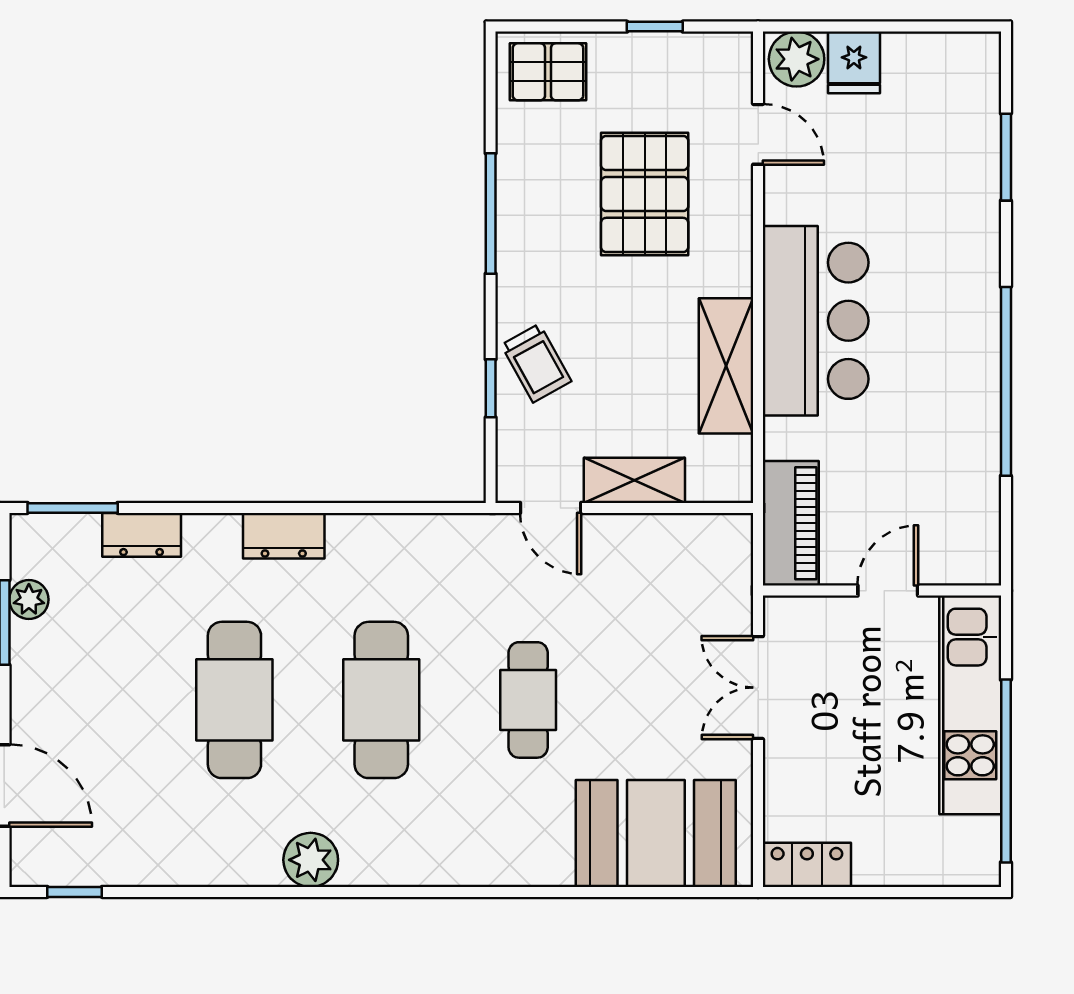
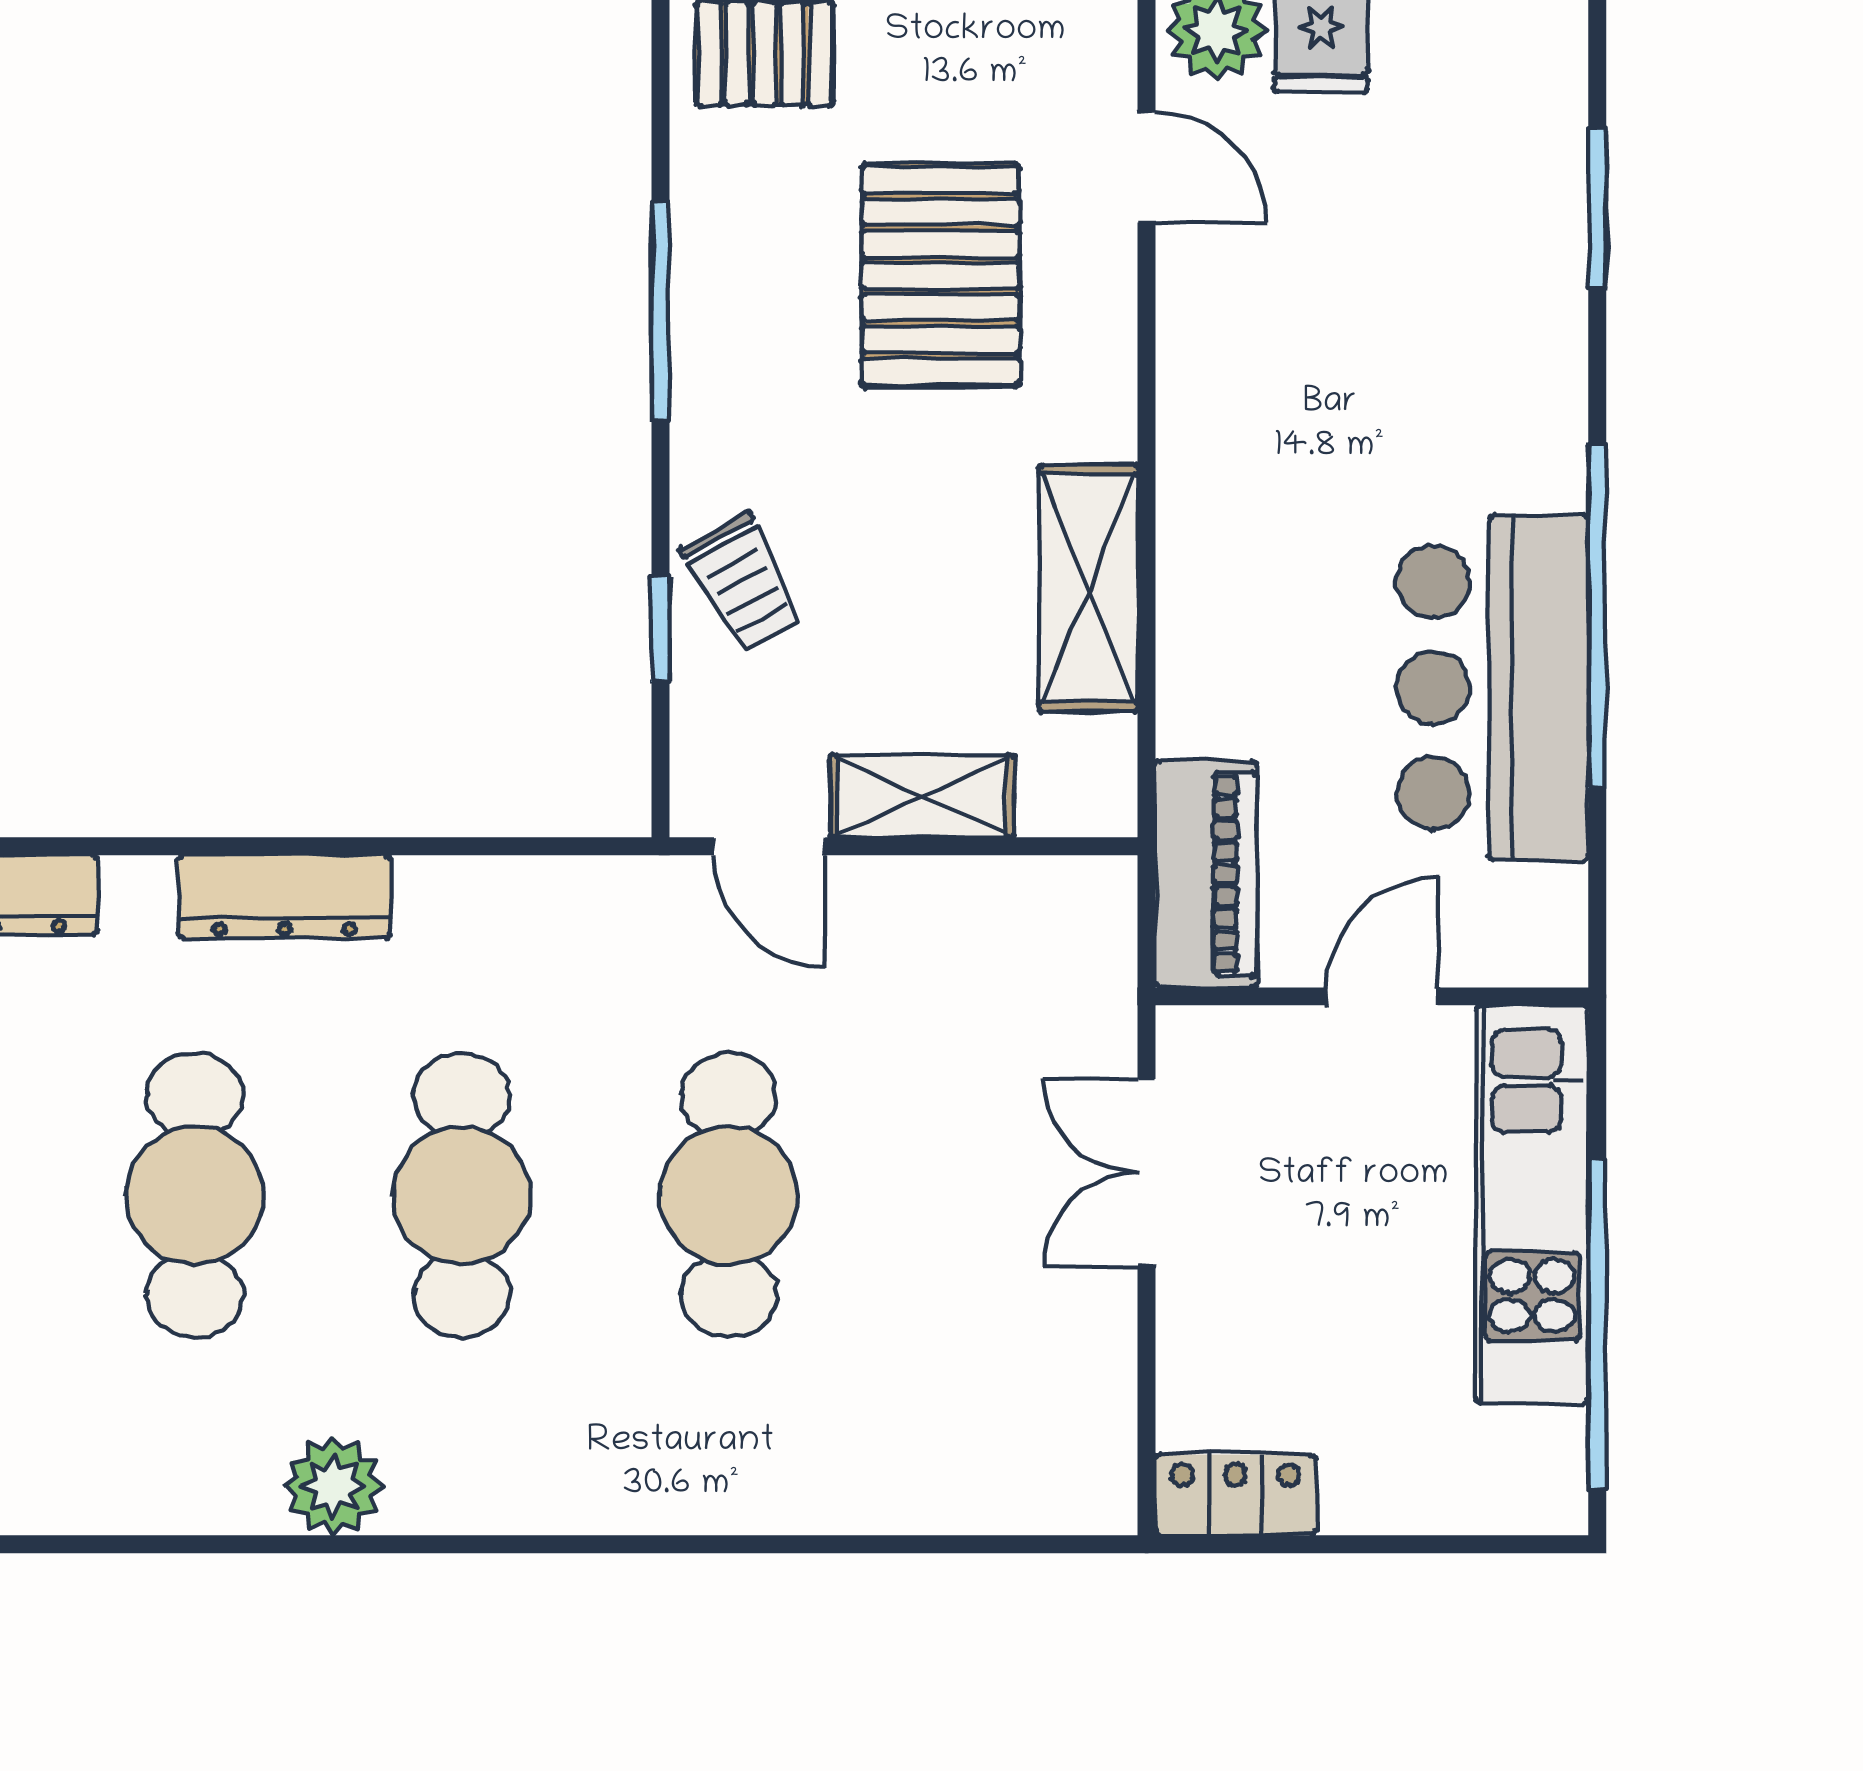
bar counter: (816, 321) -> (1493, 688), moved, turned 180
dresser: (284, 536) -> (284, 897), width x1.44
cafe table: (528, 700) -> (729, 1195), width x1.37, depth x1.35
booth: (656, 833) -> (961, 1438), removed

